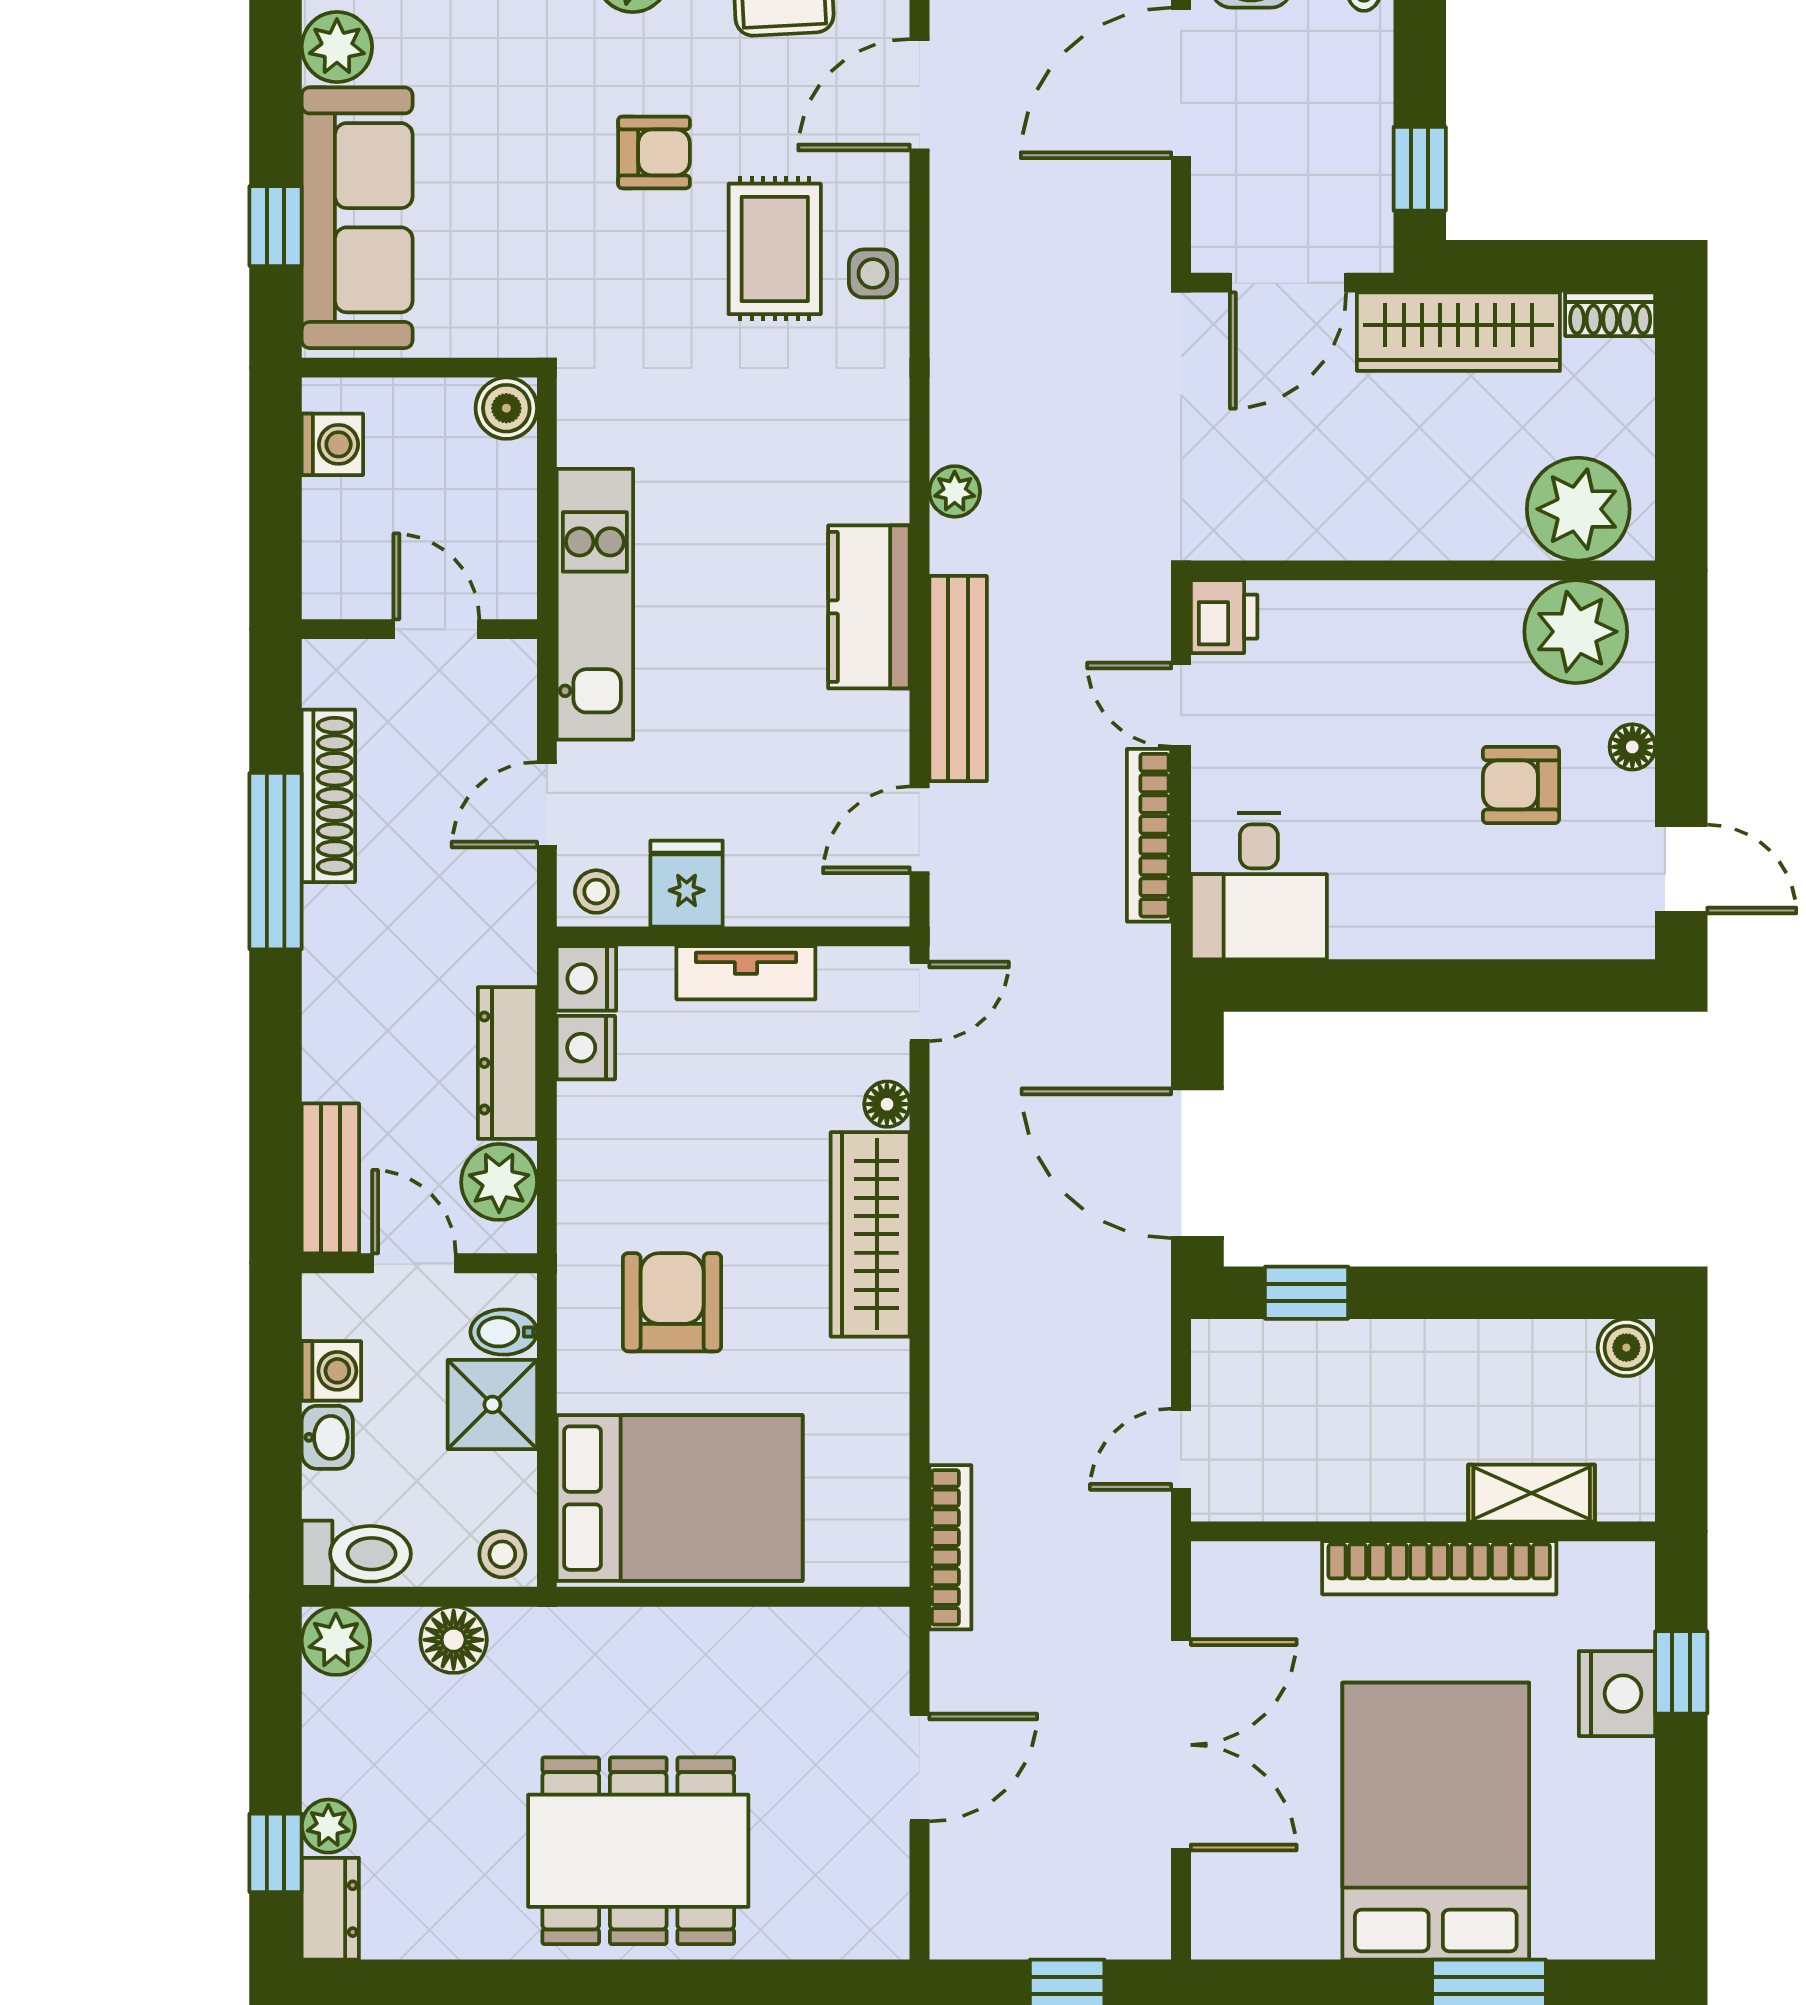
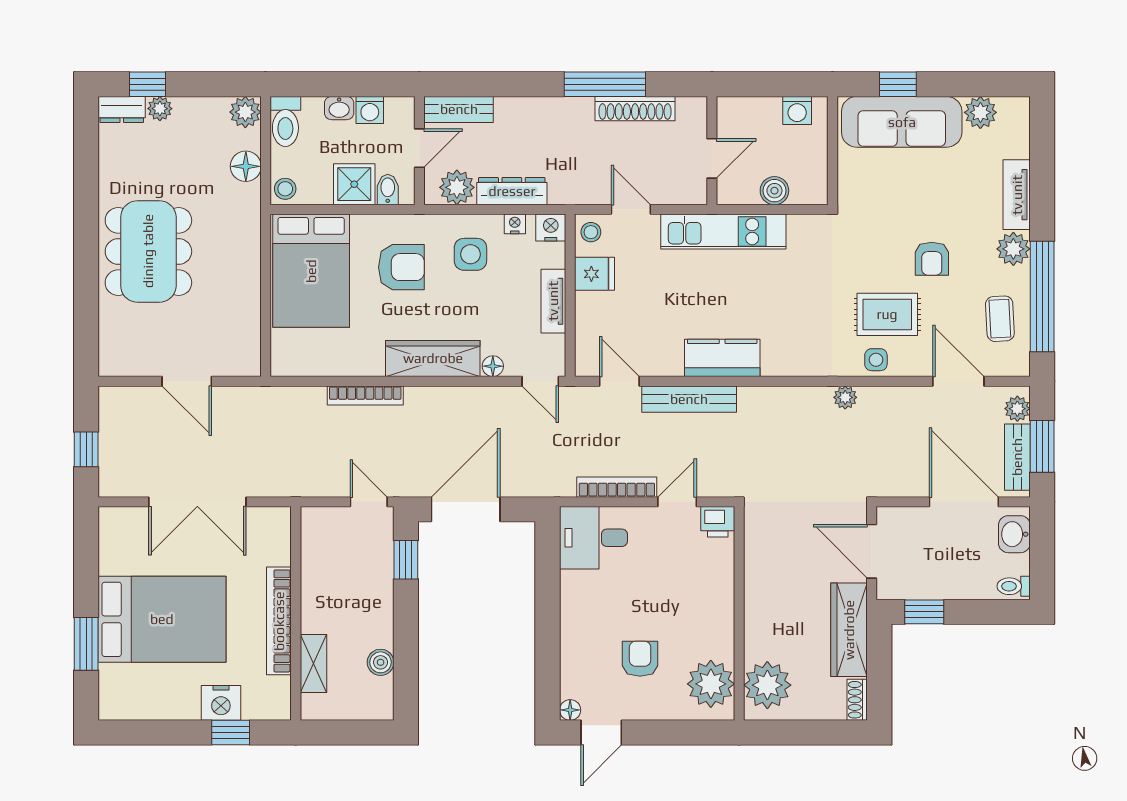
boiler: (506, 408) -> (774, 191), moved
plant: (955, 491) -> (845, 397), moved
floor lamp: (1632, 747) -> (570, 710), moved
nightstand: (586, 1048) -> (515, 224), width x0.72, depth x0.74
side table: (644, 1153) -> (470, 254), added
boiler: (1626, 1348) -> (381, 662), moved
door: (1181, 1449) -> (369, 502), moved
bookcase: (950, 1547) -> (365, 395), moved

